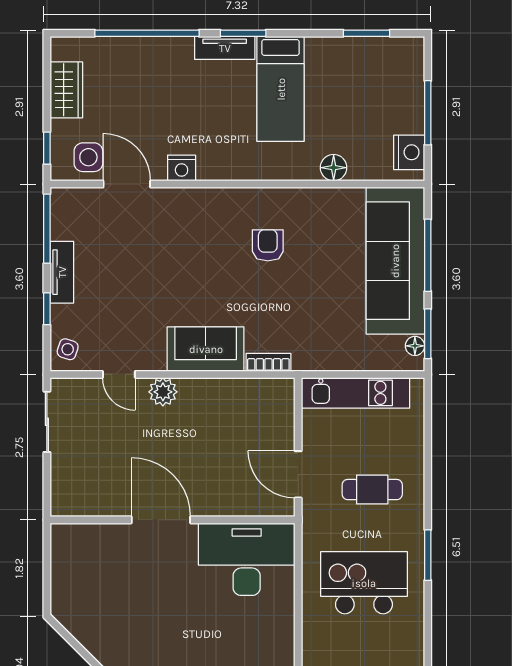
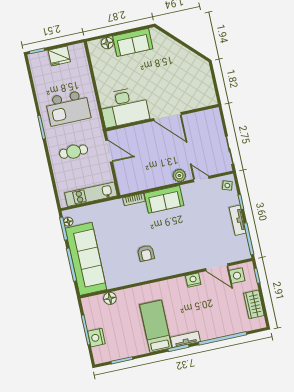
nightstand: (409, 152) -> (96, 338), moved
floor lamp: (334, 168) -> (110, 298), moved

